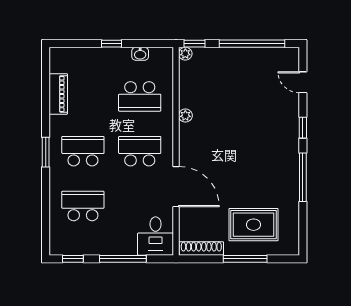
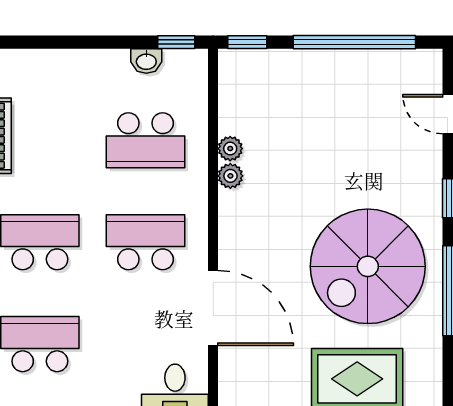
window: (112, 44) -> (176, 42), moved
plant: (185, 54) -> (230, 149), moved
spiral stairs: (259, 164) -> (368, 266), added

